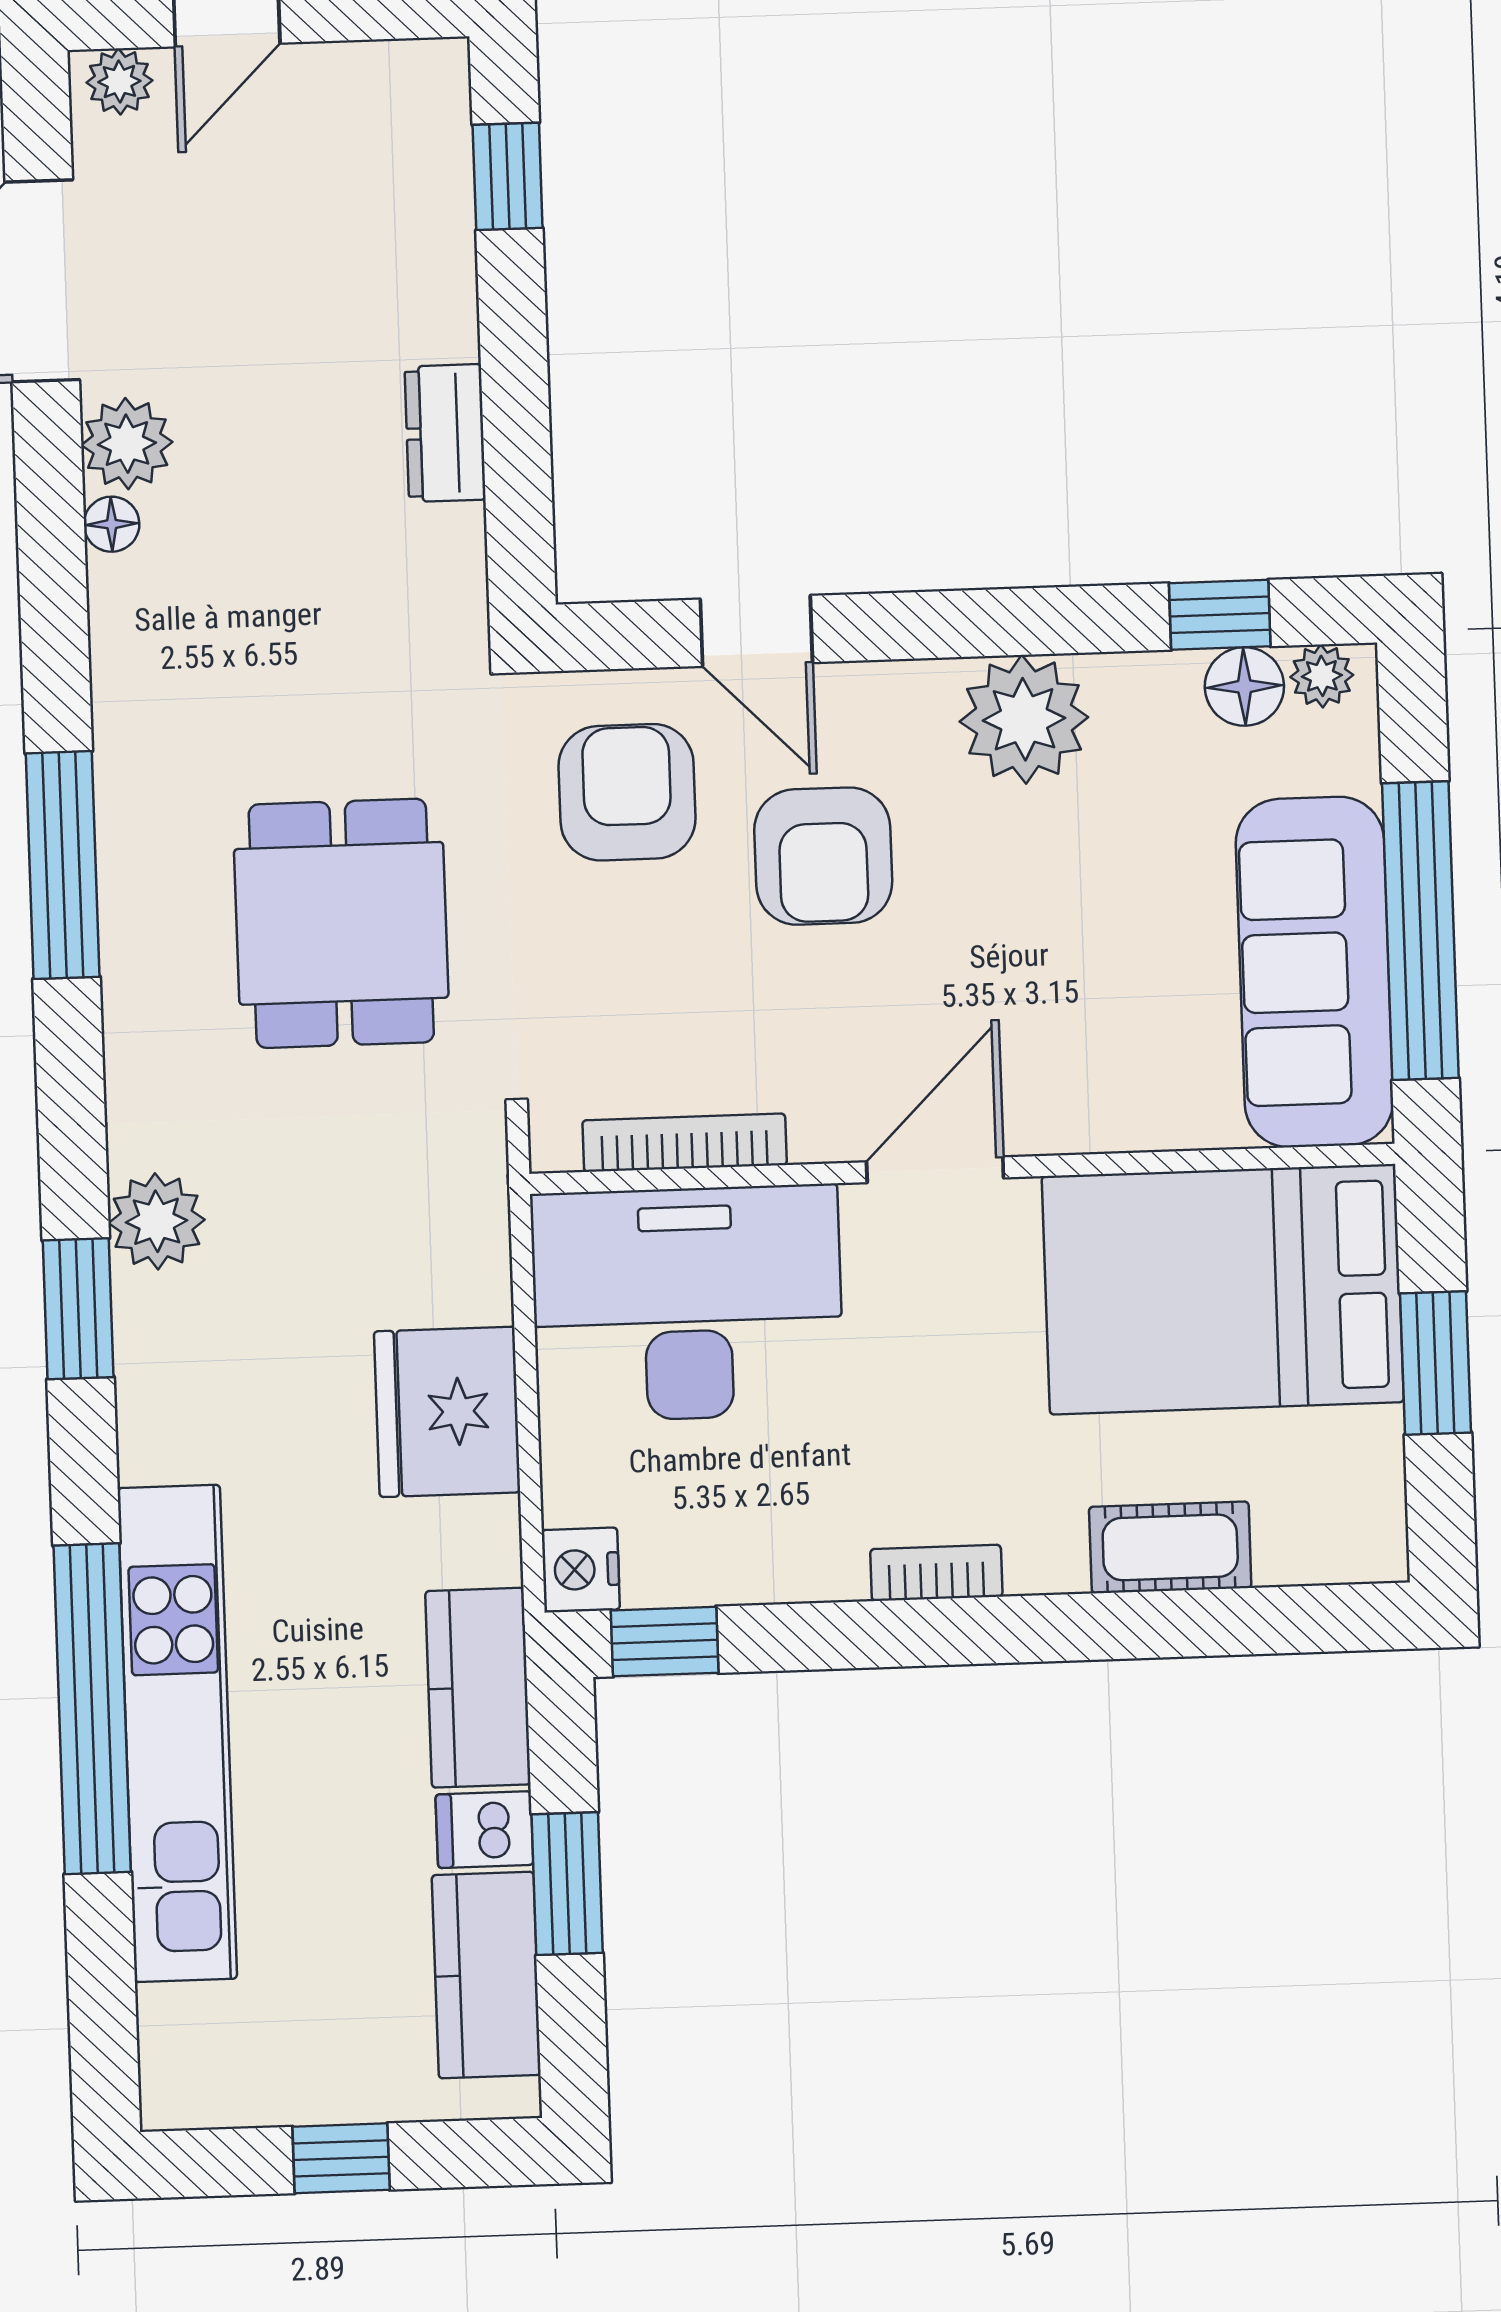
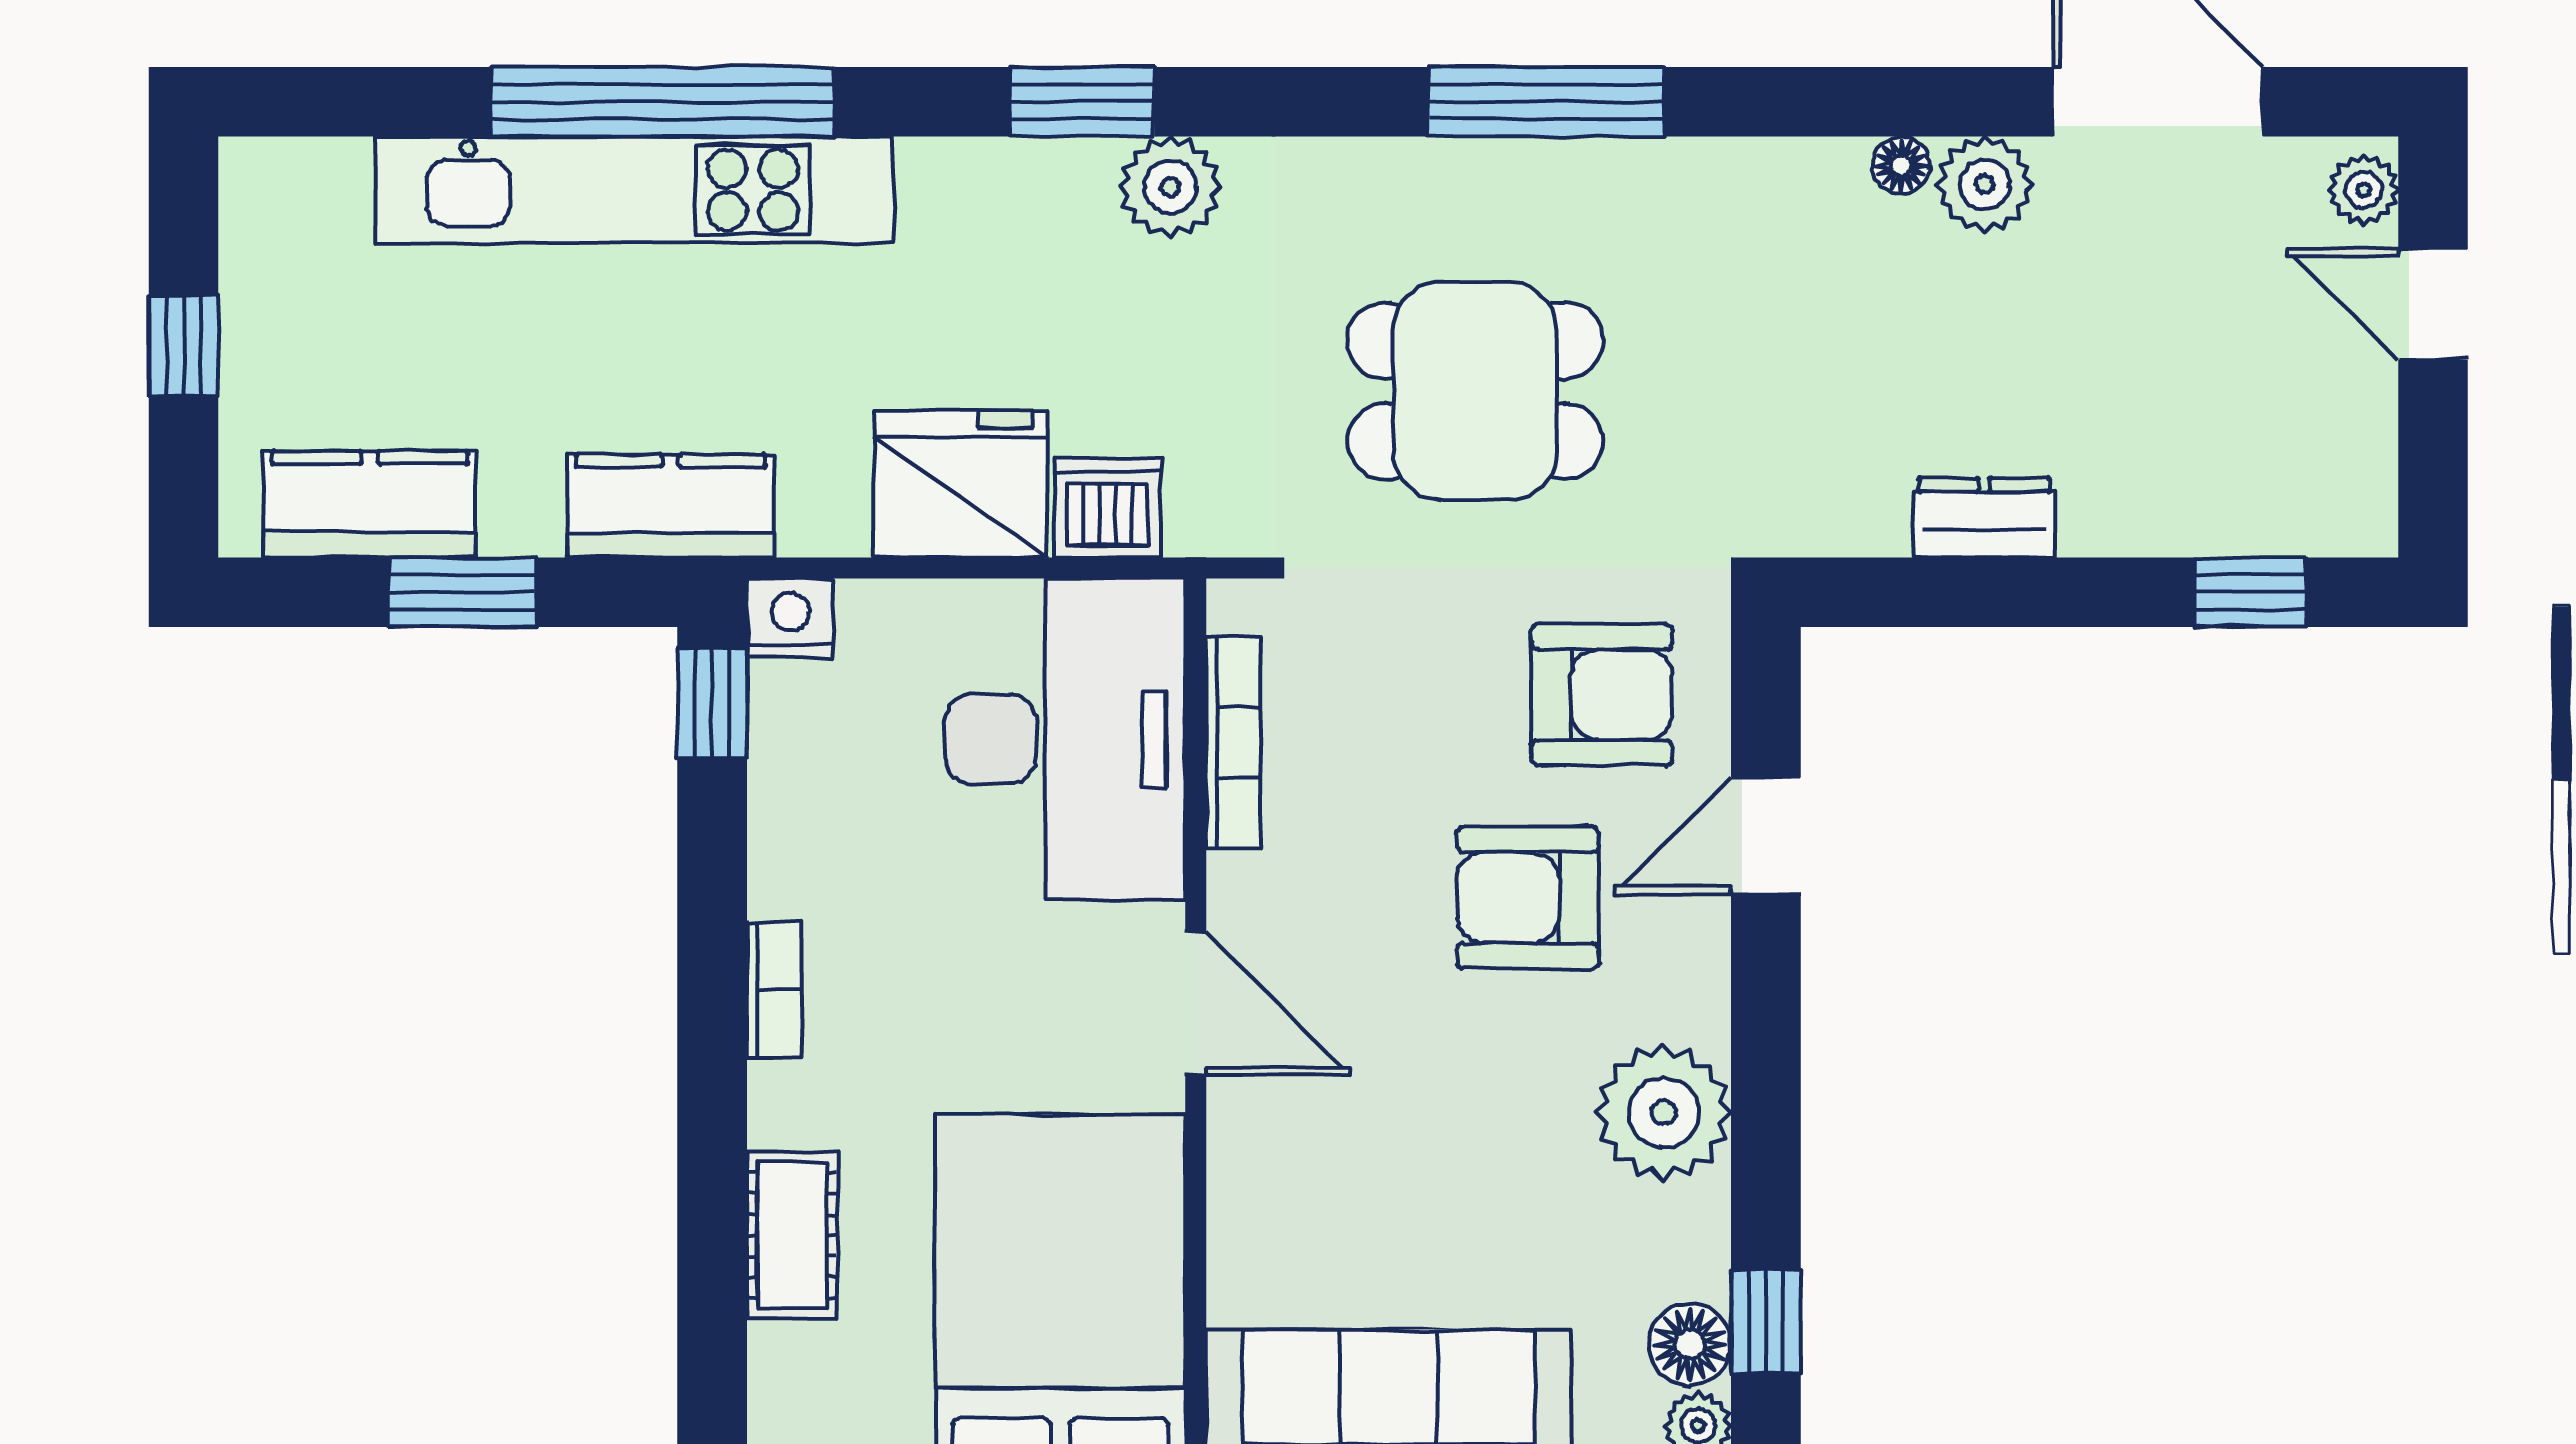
dishwasher: (484, 1830) -> (1108, 508), moved, width x1.38

